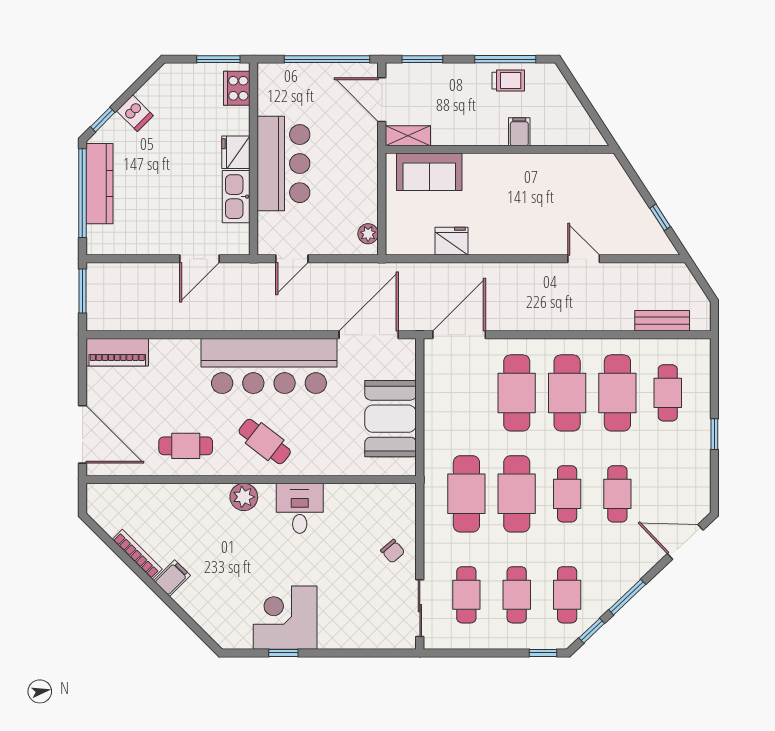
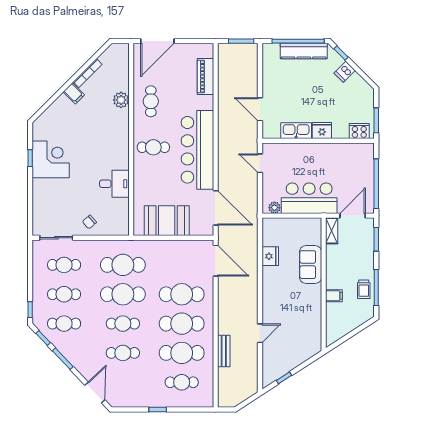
bar counter: (283, 164) -> (309, 198), moved, turned 180
sofa: (429, 172) -> (311, 265), moved
bench: (662, 321) -> (224, 351), moved
piano: (117, 352) -> (205, 76), moved
cafe table: (265, 442) -> (153, 147), turned 52
plant: (244, 497) -> (121, 100), moved
desk: (300, 508) -> (114, 184), moved

